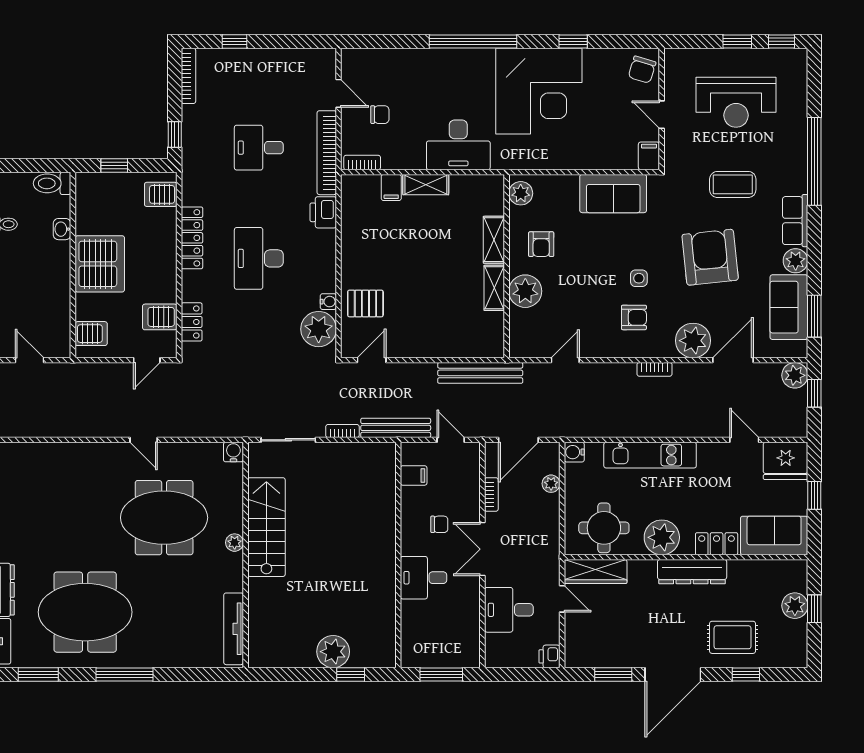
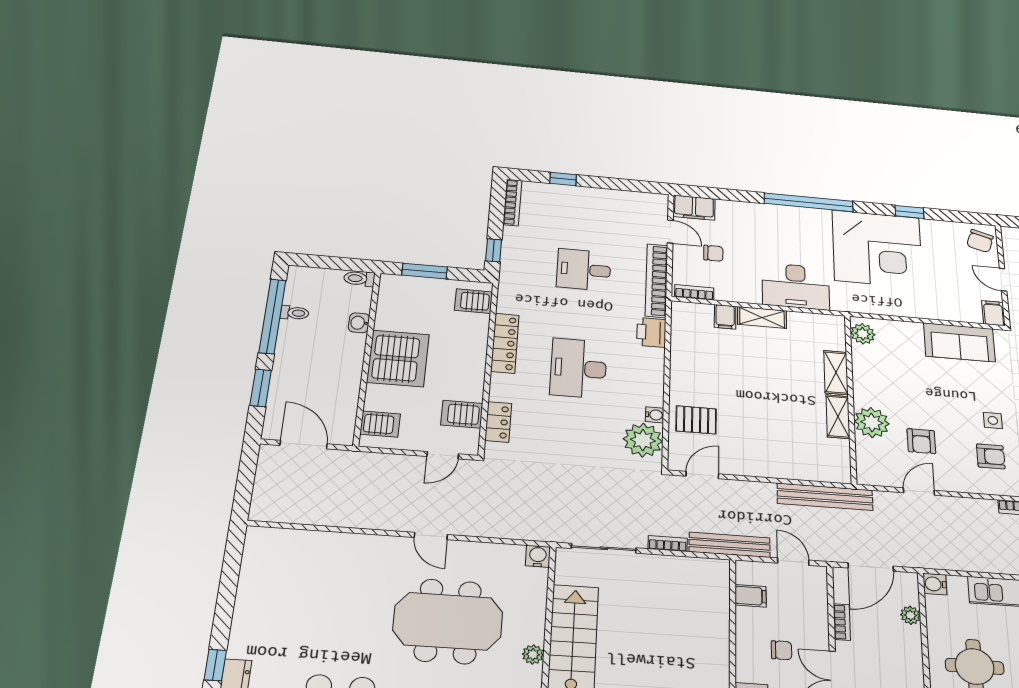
filing cabinet: (361, 61) -> (694, 208), added
window: (114, 165) -> (425, 271), width x1.50
toilet: (52, 183) -> (359, 279), width x0.73, depth x0.72
armchair: (541, 244) -> (921, 441), moved
door: (29, 360) -> (304, 445), width x1.38

